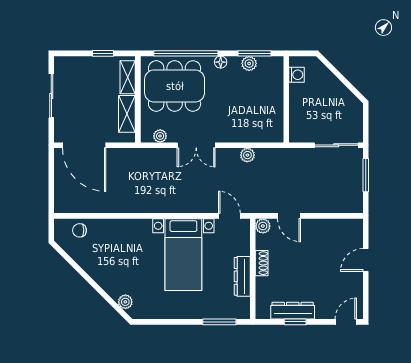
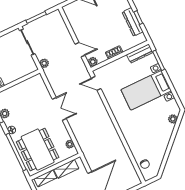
double door: (196, 145) -> (59, 109), moved
plant: (247, 155) -> (44, 63), moved
door: (229, 216) -> (96, 83), hinge flipped
door: (289, 216) -> (80, 50), hinge flipped
bed with nightstands: (183, 255) -> (146, 90), moved, turned 180
dresser: (242, 276) -> (140, 54), moved

